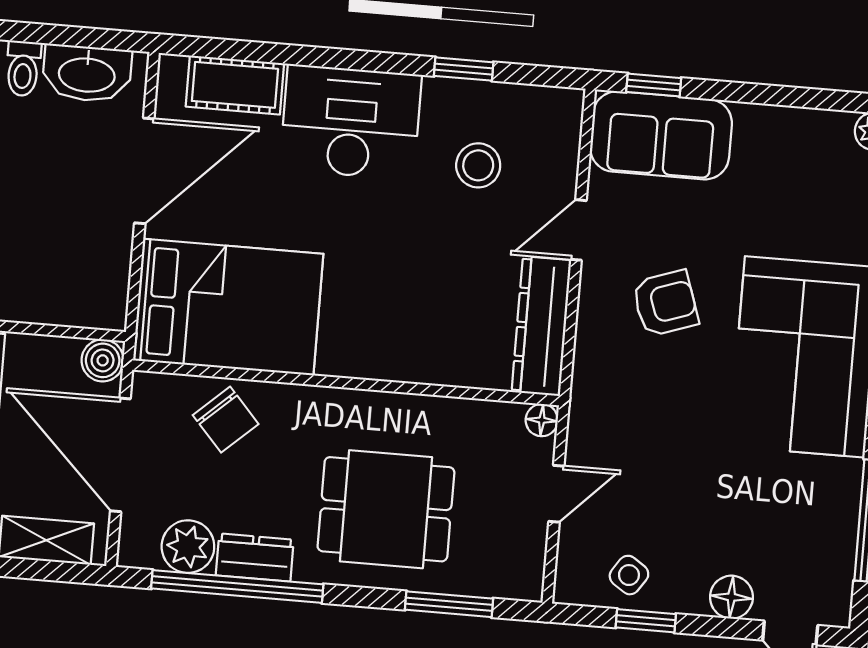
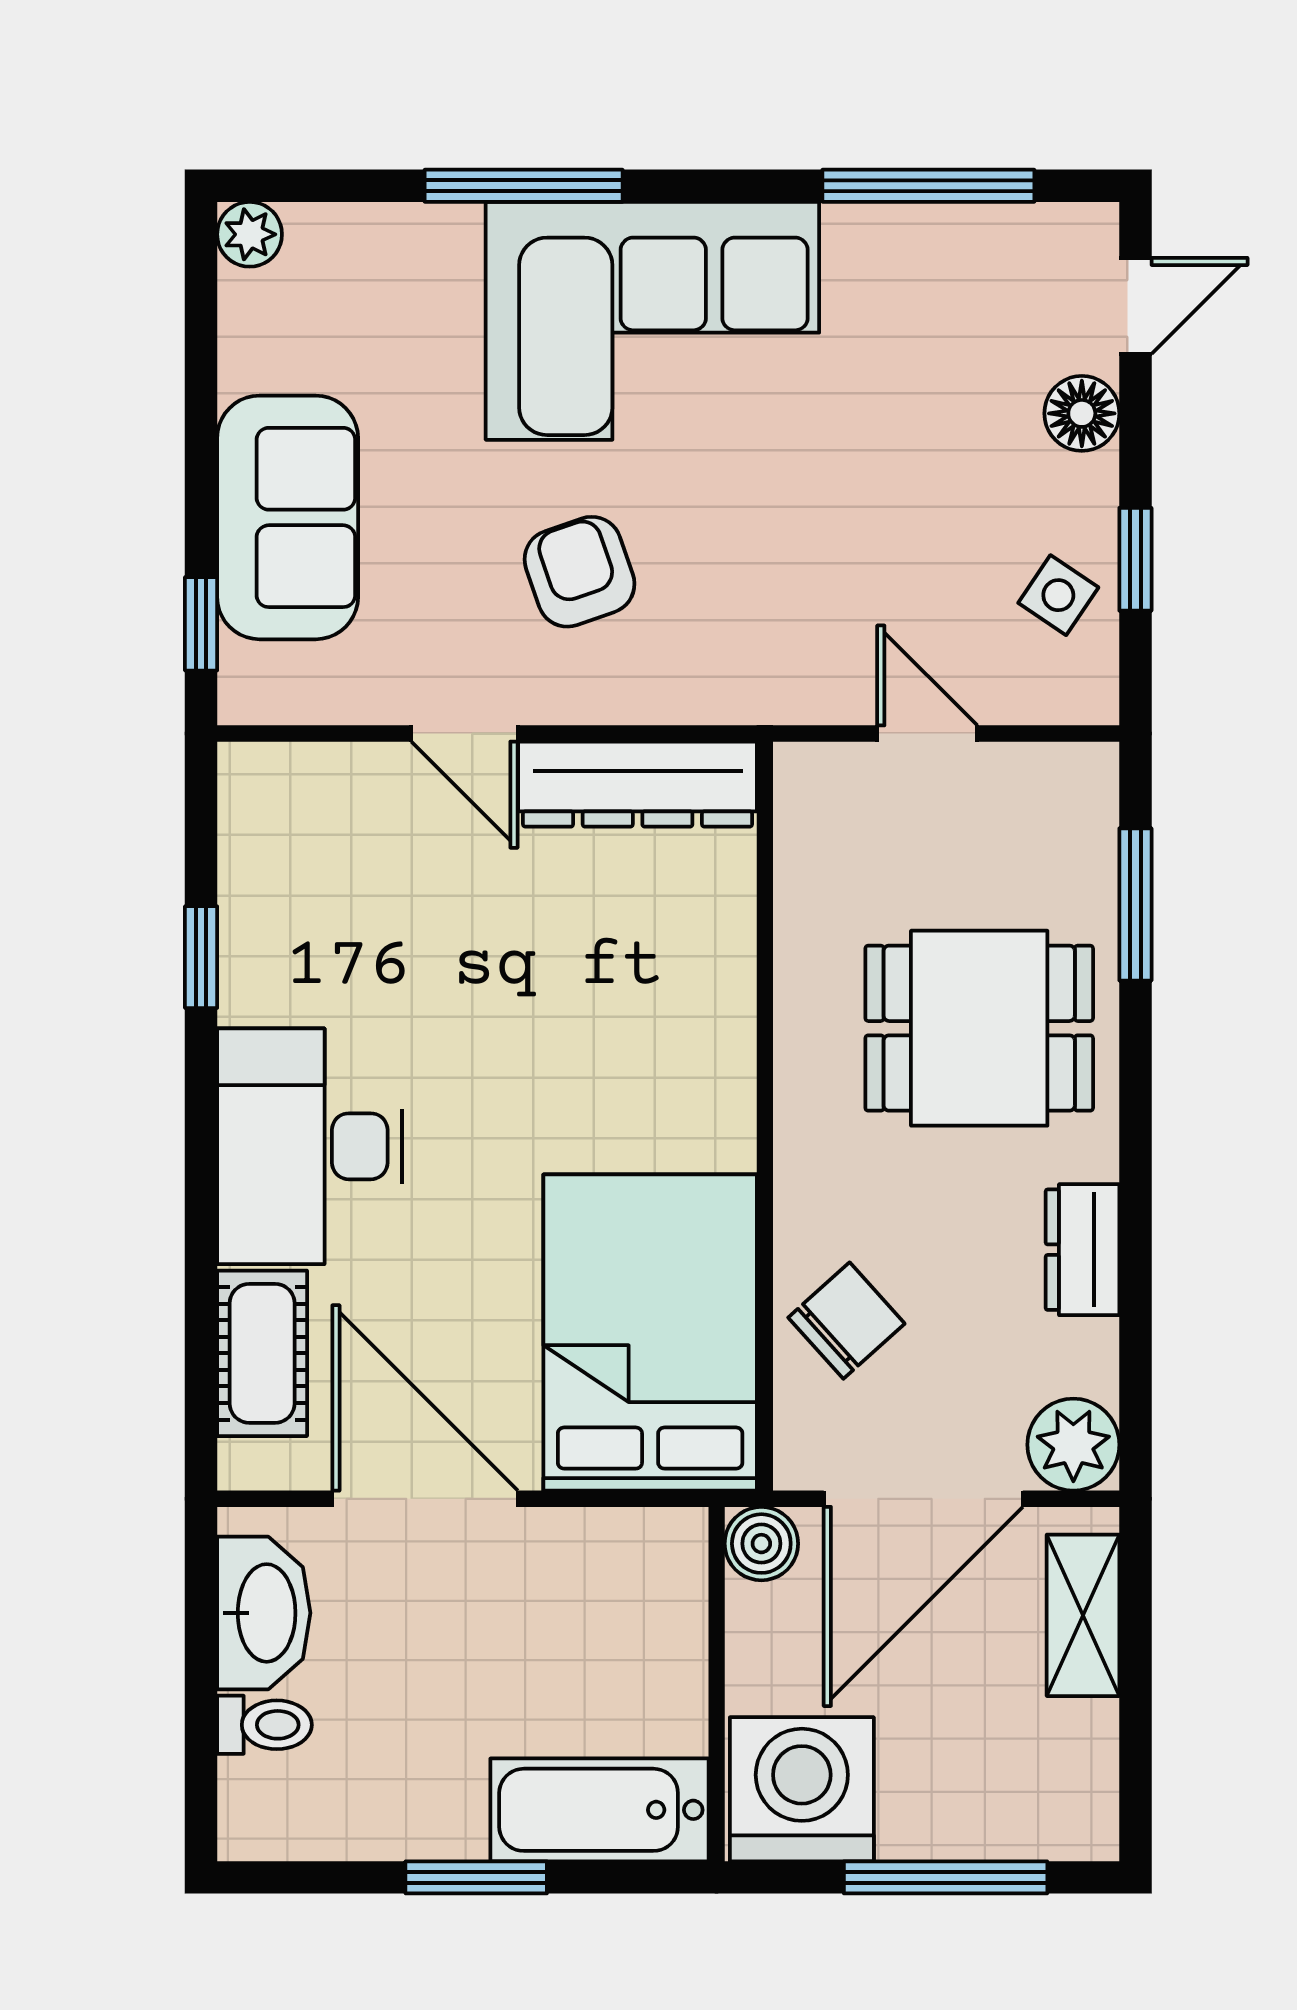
sofa: (661, 135) -> (288, 517), moved
stool: (478, 165) -> (367, 918), removed
floor lamp: (542, 420) -> (801, 770), removed
dining table: (386, 509) -> (979, 1028), turned 90
plant: (188, 547) -> (1073, 1445), moved
window: (237, 586) -> (1135, 1276), removed

